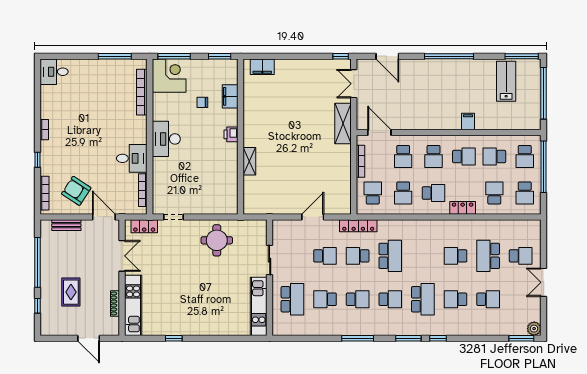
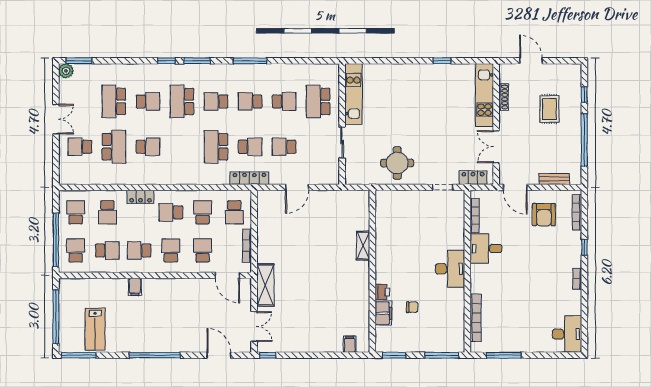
filing cabinet: (262, 67) -> (350, 344), width x0.50
desk: (54, 72) -> (567, 334), width x1.37
corner desk: (169, 76) -> (447, 335), removed
printer: (231, 134) -> (382, 292), moved
armchair: (76, 191) -> (544, 215), turned 57
school desk: (488, 299) -> (114, 101), width x1.85

